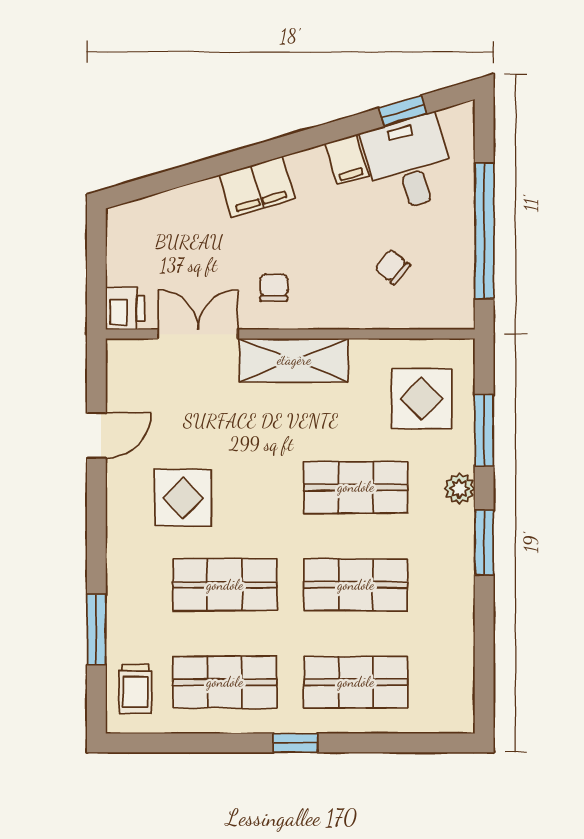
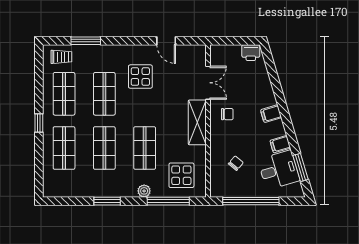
window: (403, 111) -> (300, 167), width x1.50
filing cabinet: (257, 187) -> (271, 114), width x0.50
printer: (125, 308) -> (251, 53), moved
window: (484, 430) -> (168, 201), width x1.44
window: (484, 543) -> (107, 201), moved
trolley: (135, 689) -> (61, 57), turned 180

